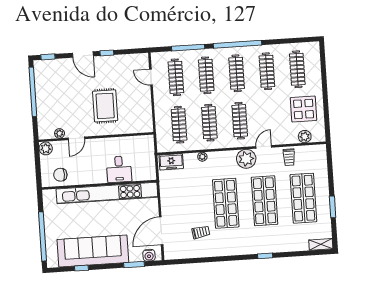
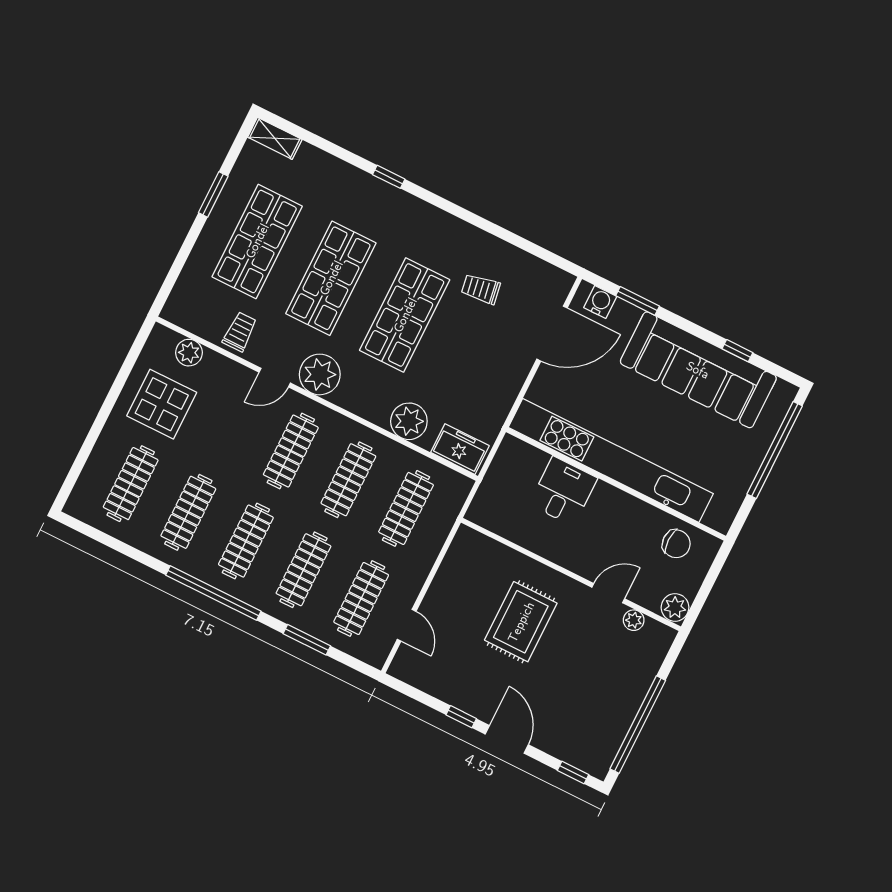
window: (188, 48) -> (307, 640), width x0.69
plant: (202, 157) -> (409, 421), width x1.88, depth x1.88

